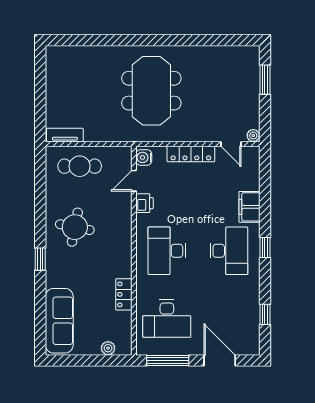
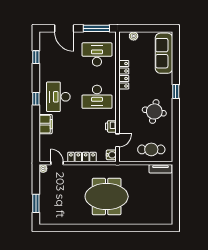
meeting table: (151, 91) -> (107, 197), turned 90
desk: (167, 251) -> (97, 97), turned 90
locker: (124, 294) -> (124, 75), width x1.53

